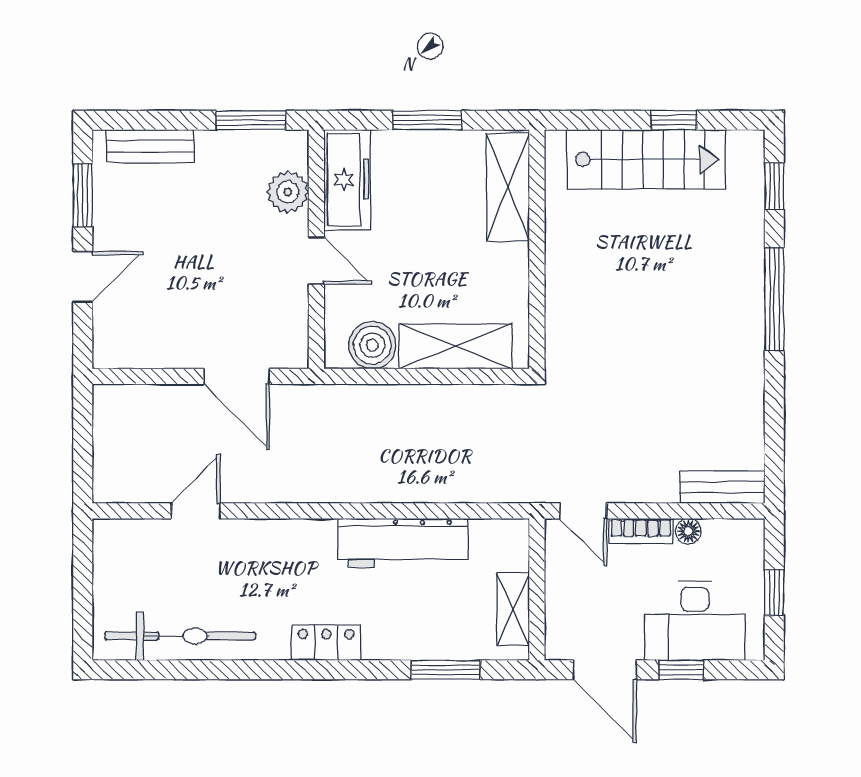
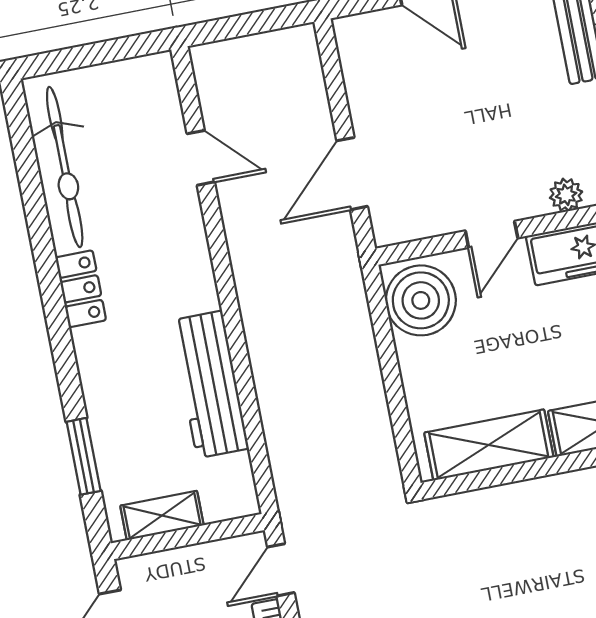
plant: (288, 192) -> (566, 195), width x0.73, depth x0.73
boiler: (372, 345) -> (421, 300), width x1.37, depth x1.37
shelving: (456, 346) -> (489, 445), moved, turned 90
locker: (326, 643) -> (81, 289), moved

